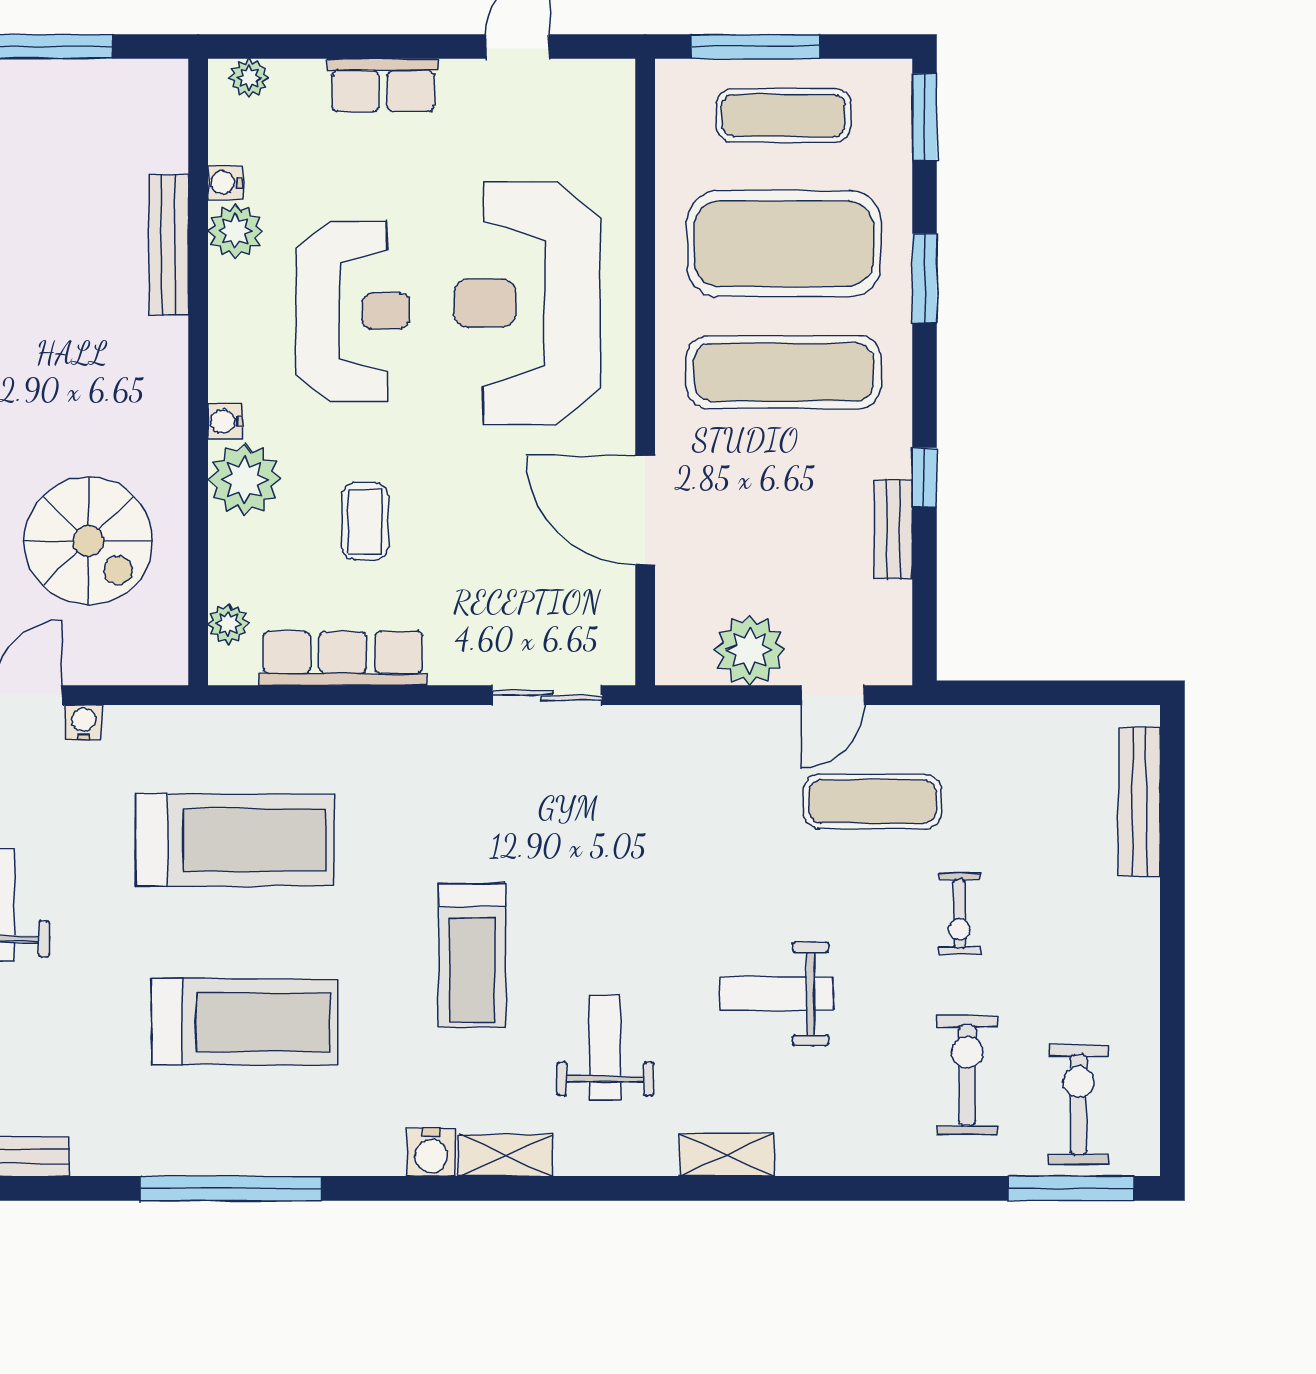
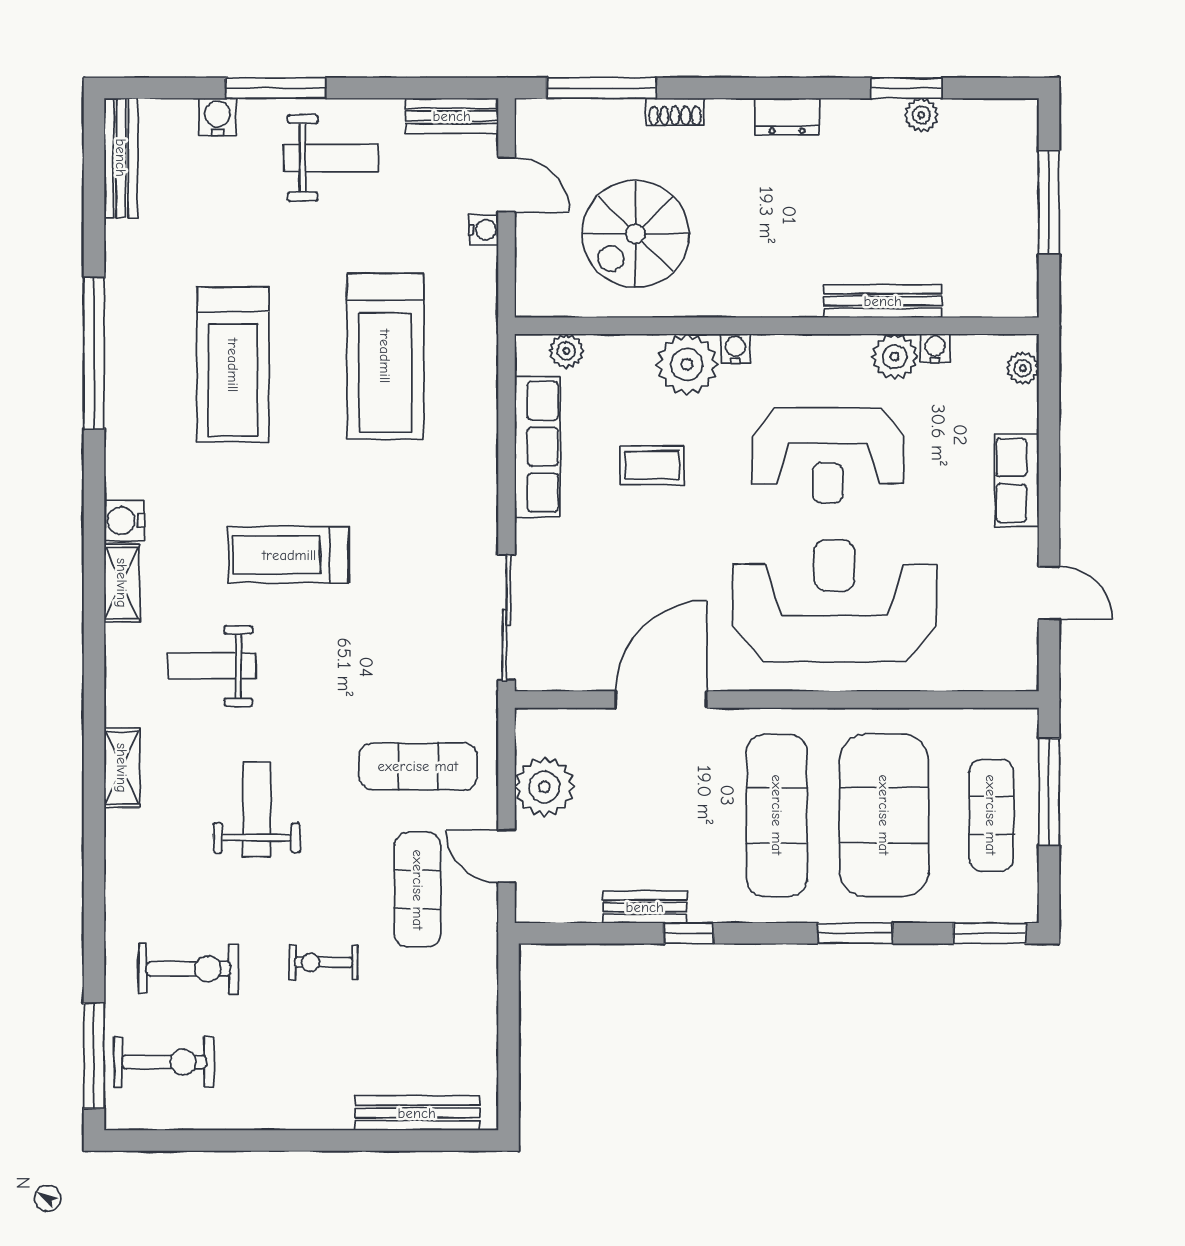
sliding door: (547, 695) -> (506, 618), width x1.37
exercise mat: (725, 801) -> (418, 766), added
weight bench: (605, 1047) -> (212, 666), turned 180

